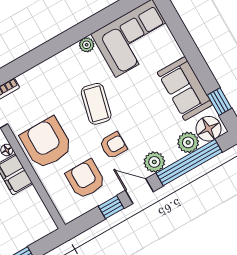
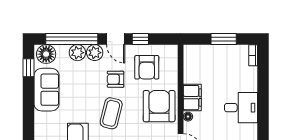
plant: (188, 142) -> (77, 53), moved
armchair: (46, 143) -> (159, 106), turned 180

